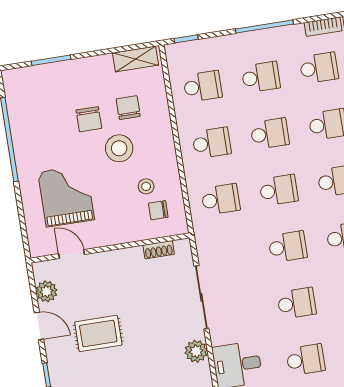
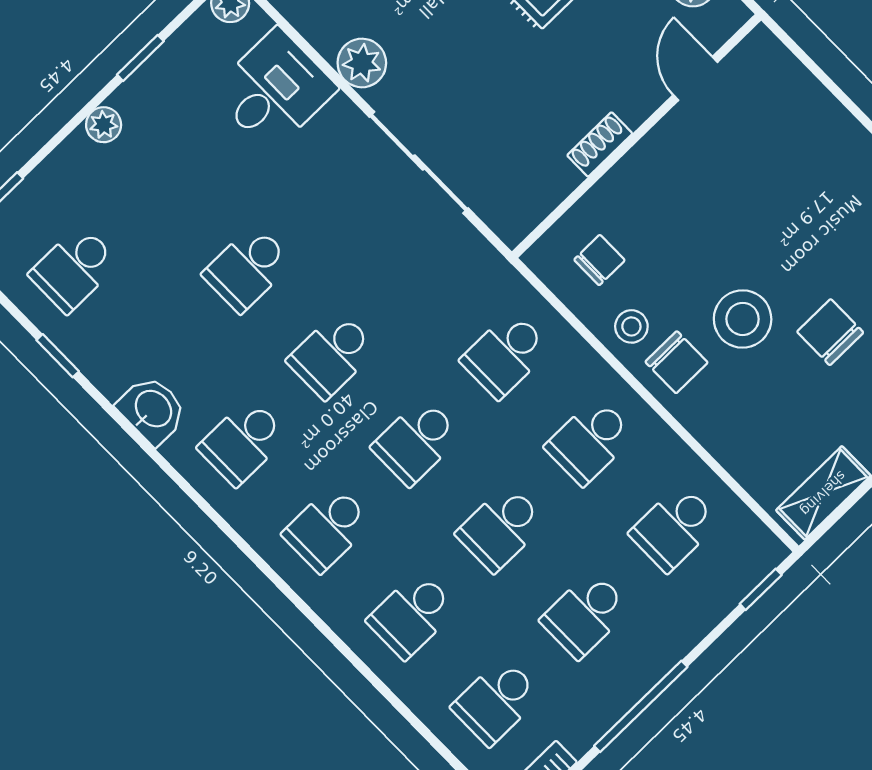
chair: (128, 108) -> (676, 362), moved
stool: (146, 186) -> (631, 326), moved
grand piano: (66, 196) -> (776, 172), removed
shoe rack: (159, 250) -> (600, 144), moved
door: (72, 254) -> (695, 78), swing flipped
school desk: (306, 360) -> (163, 182), removed

